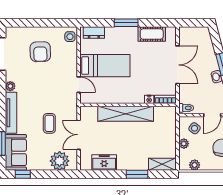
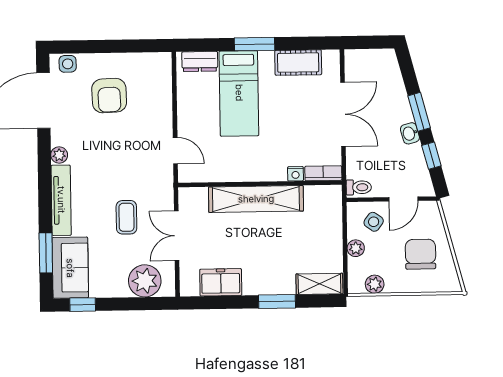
side table: (70, 37) -> (68, 64), moved
bed: (105, 66) -> (239, 93), moved, turned 90

